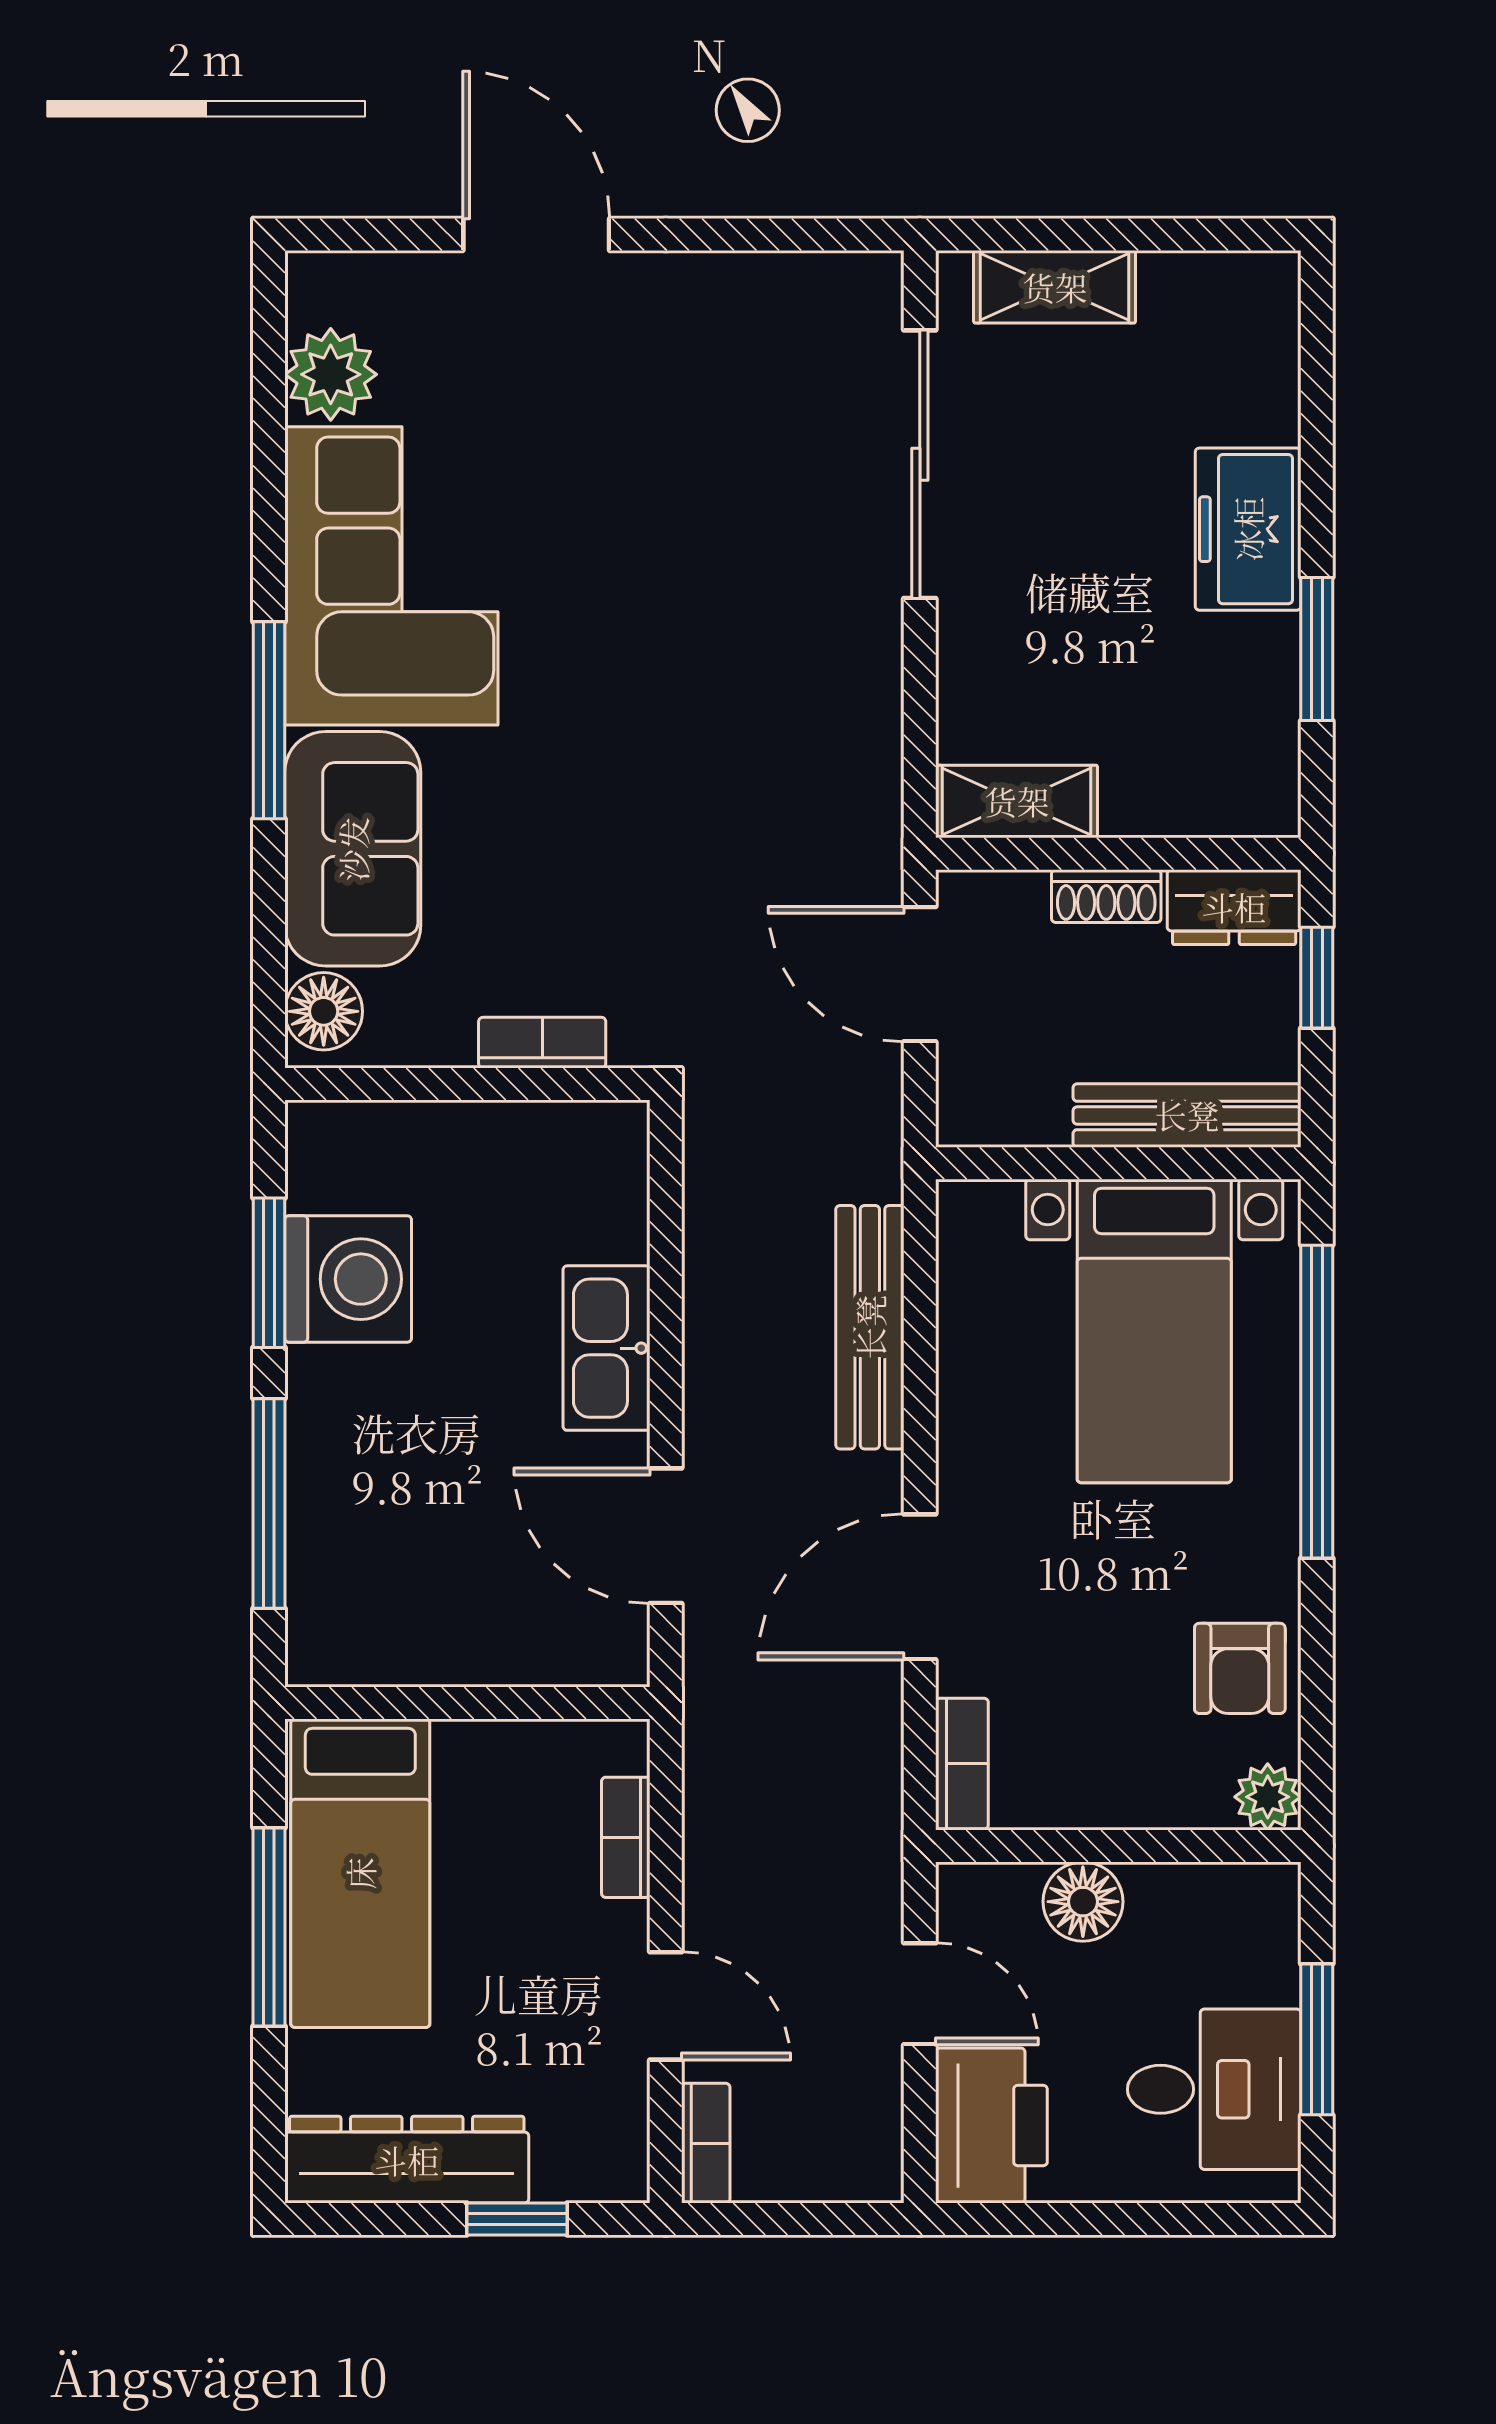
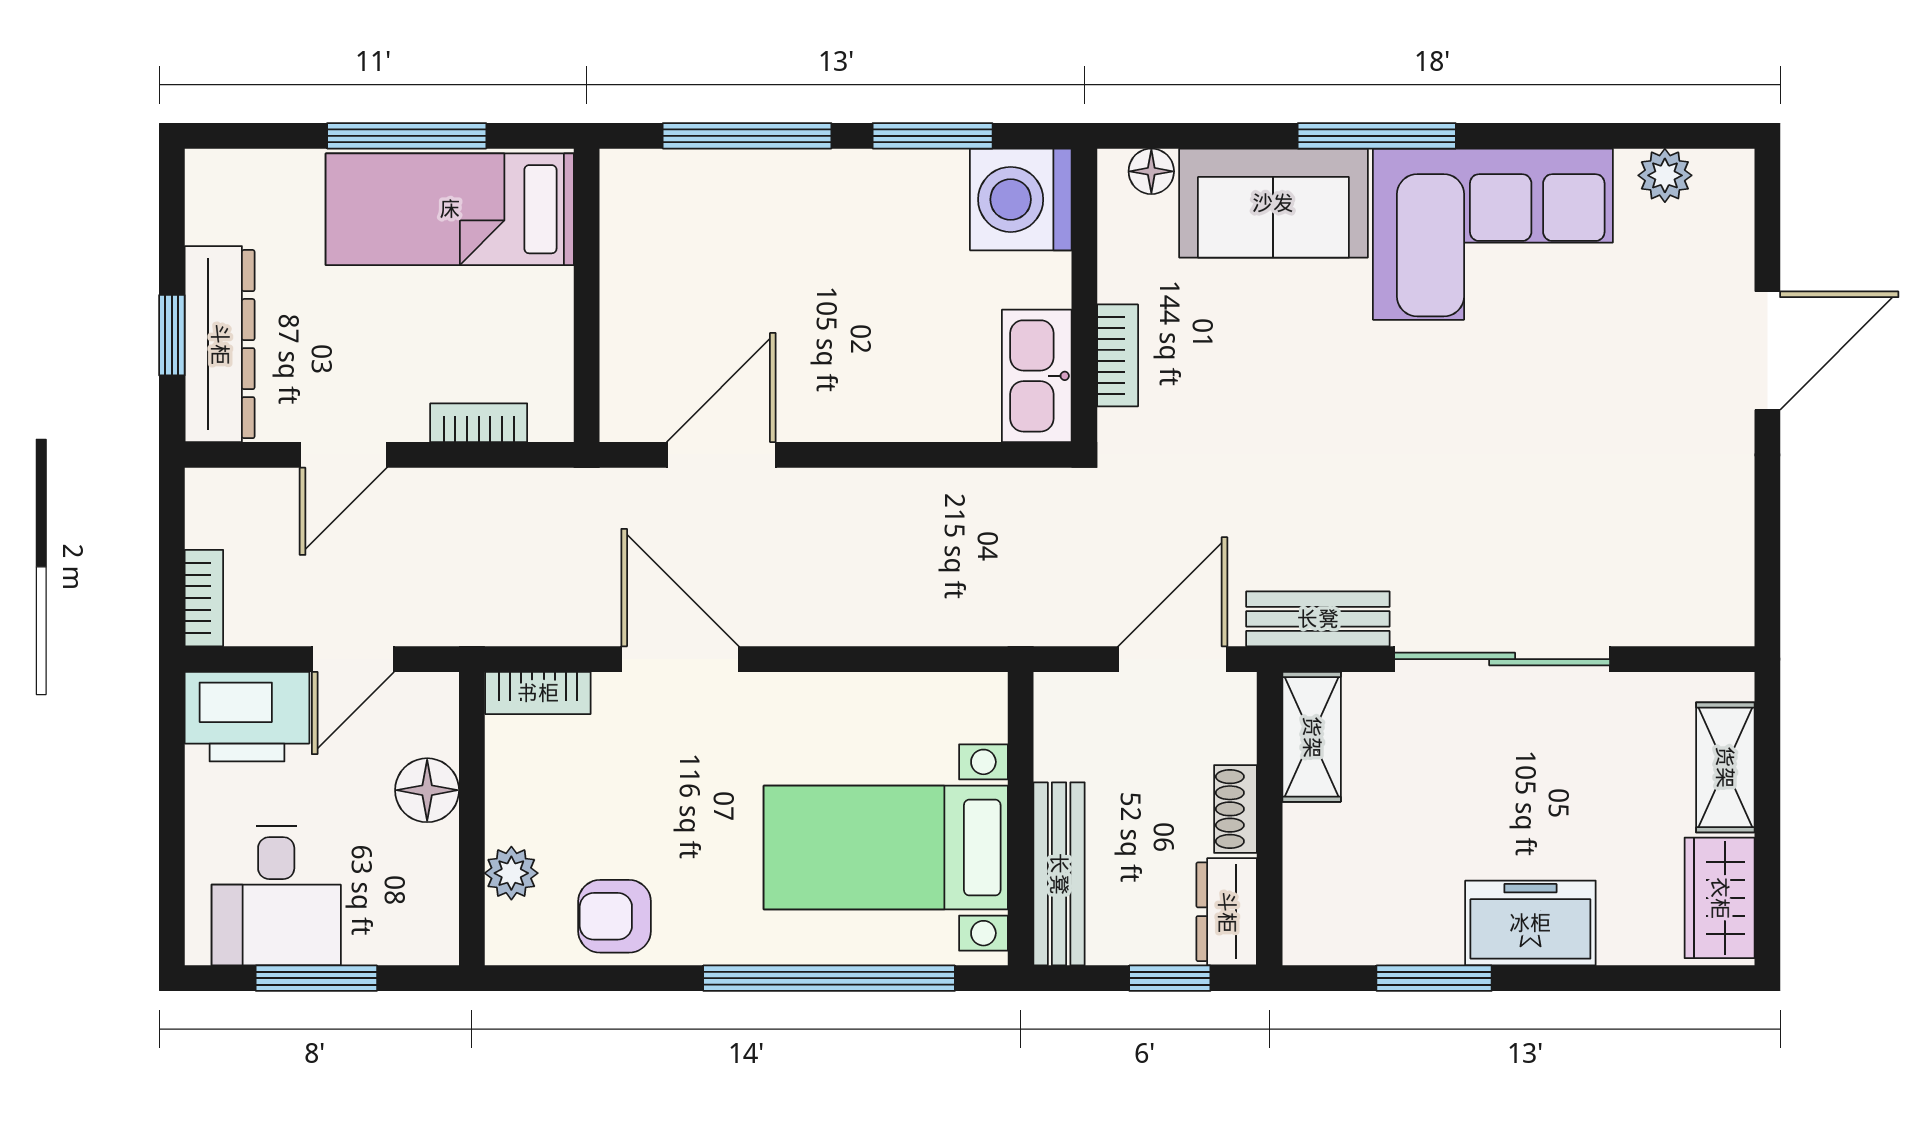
wardrobe: (1217, 294) -> (1720, 898), added
plant: (331, 374) -> (1665, 175), width x0.73, depth x0.73
sliding door: (920, 464) -> (1502, 659), moved
floor lamp: (324, 1011) -> (1151, 171), width x0.73, depth x0.73
washing machine: (348, 1279) -> (1021, 199), moved, turned 90
bench: (870, 1327) -> (1318, 619), moved, width x0.73
kitchen sink: (607, 1348) -> (1037, 376), moved, turned -90
plant: (1268, 1797) -> (511, 873), moved
bookcase: (706, 2143) -> (204, 598), moved, turned -90
dresser: (407, 2160) -> (220, 344), moved

